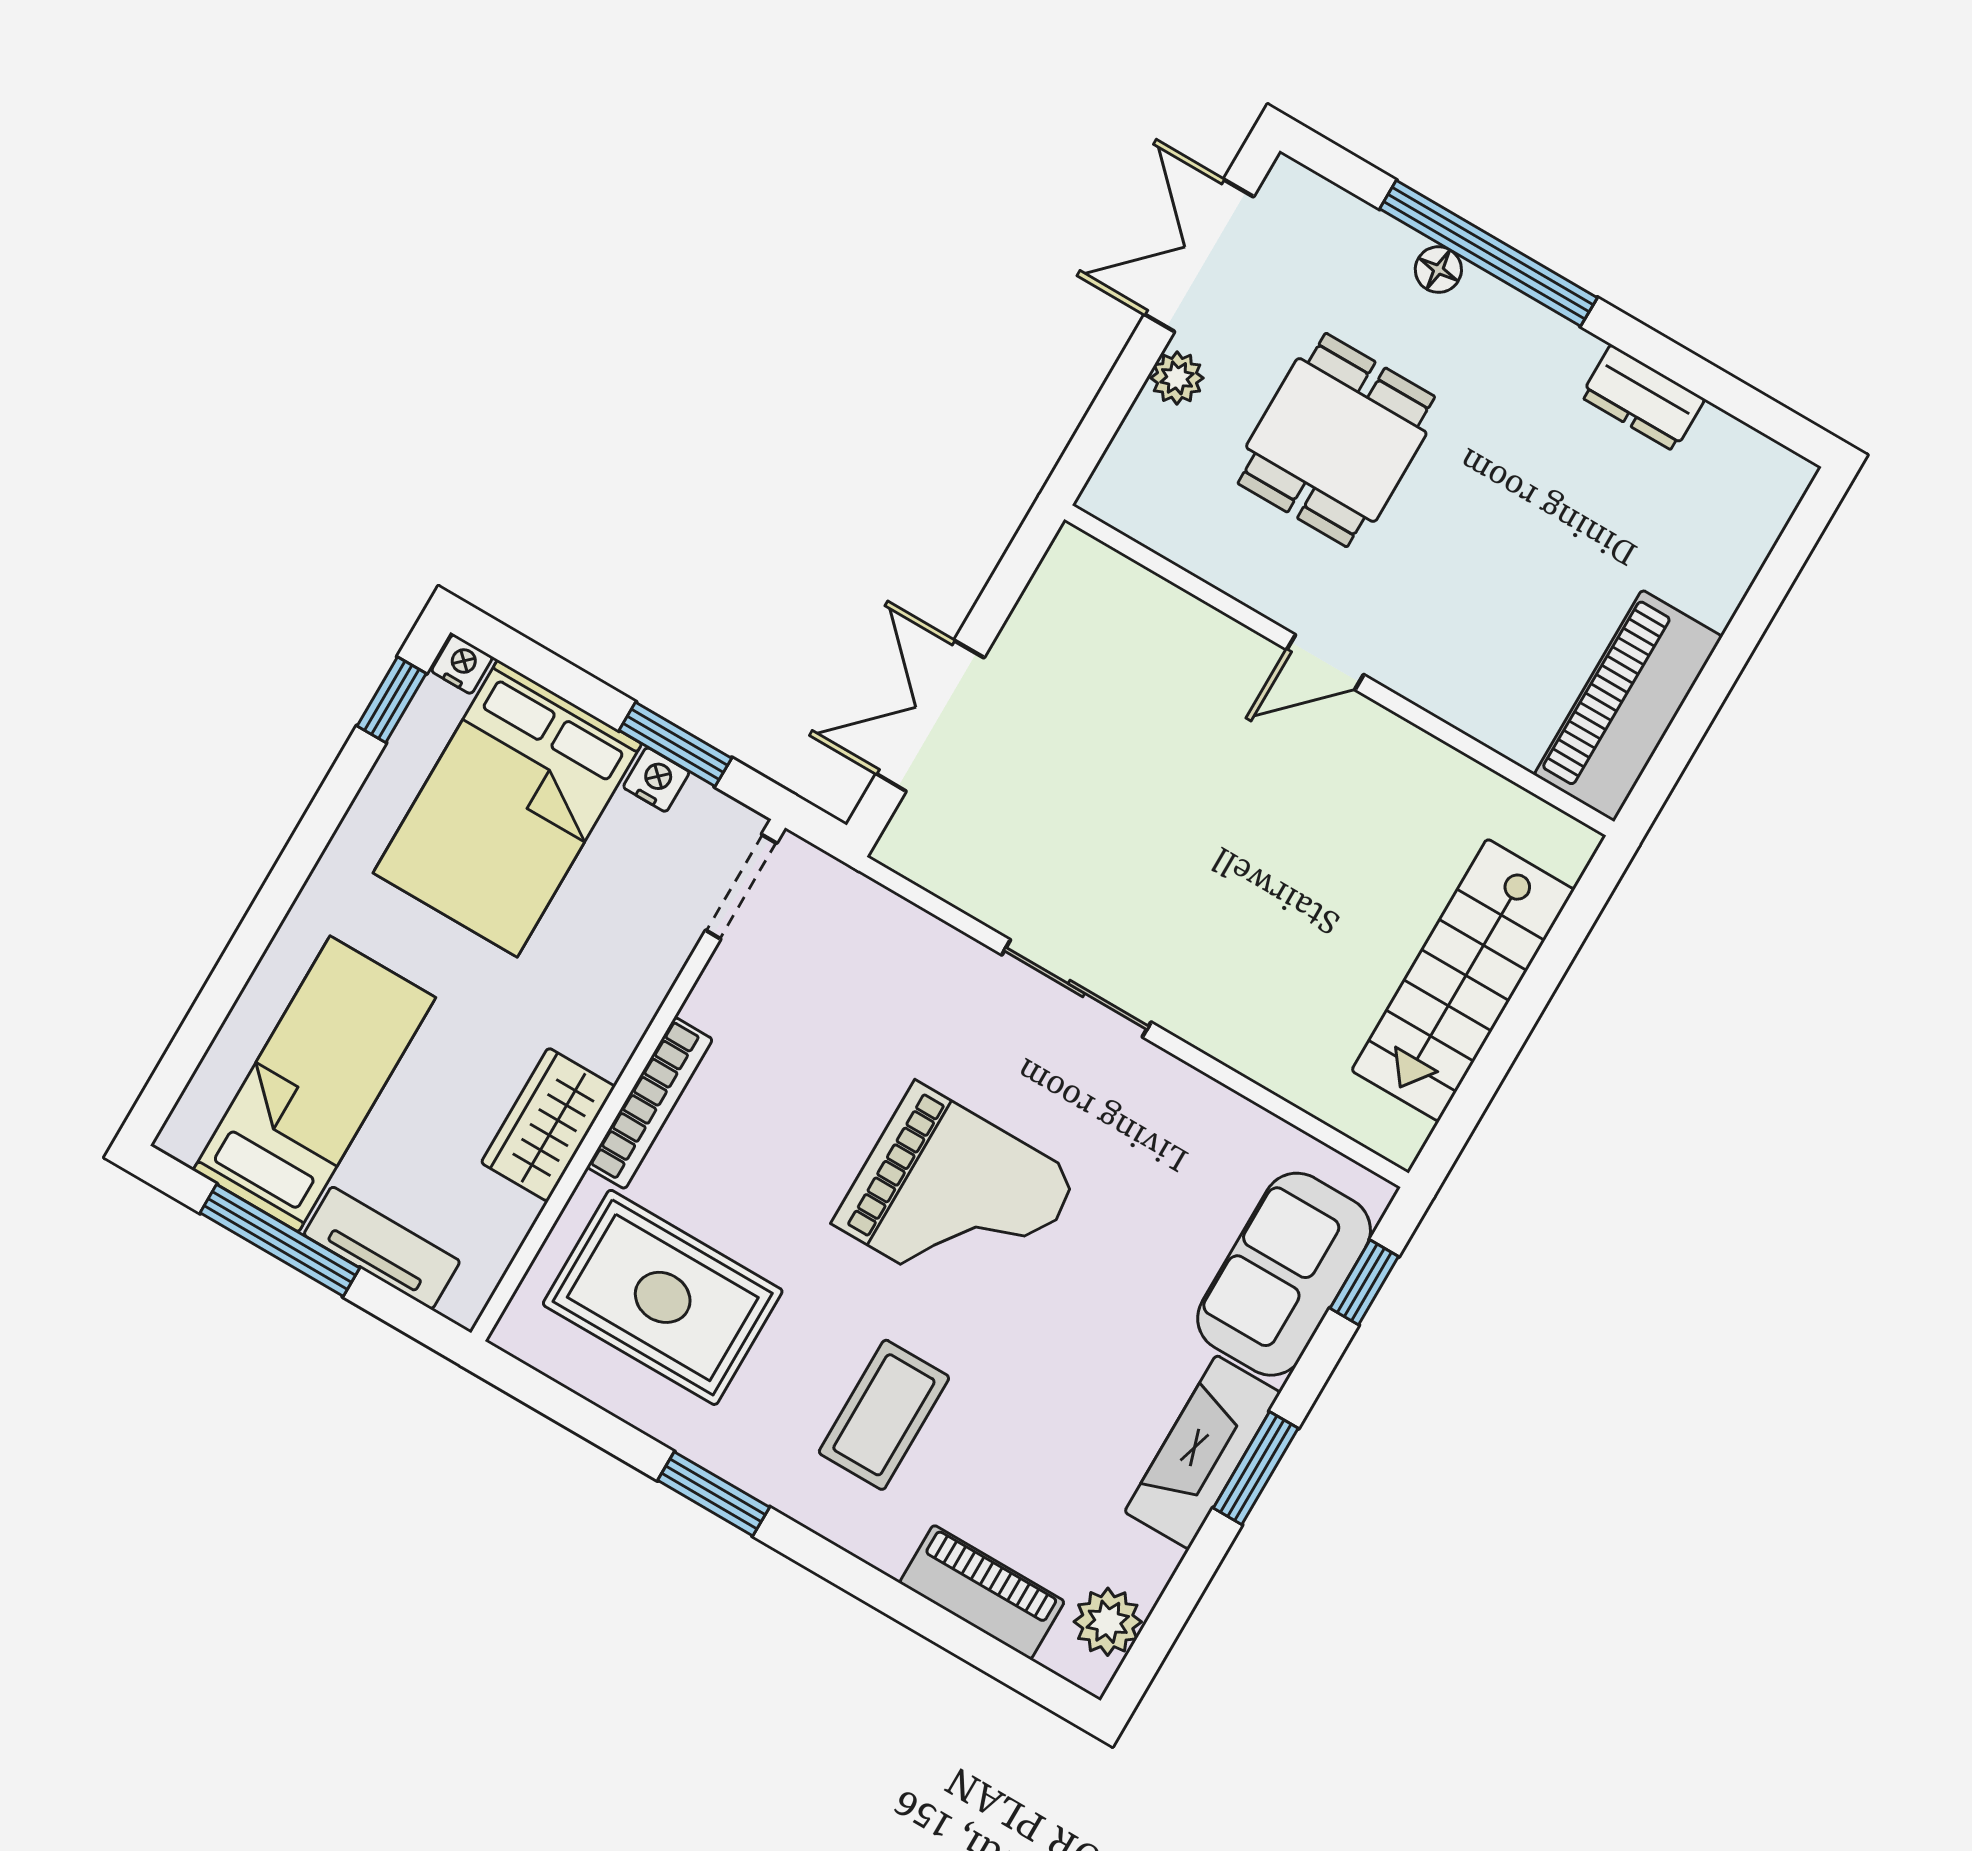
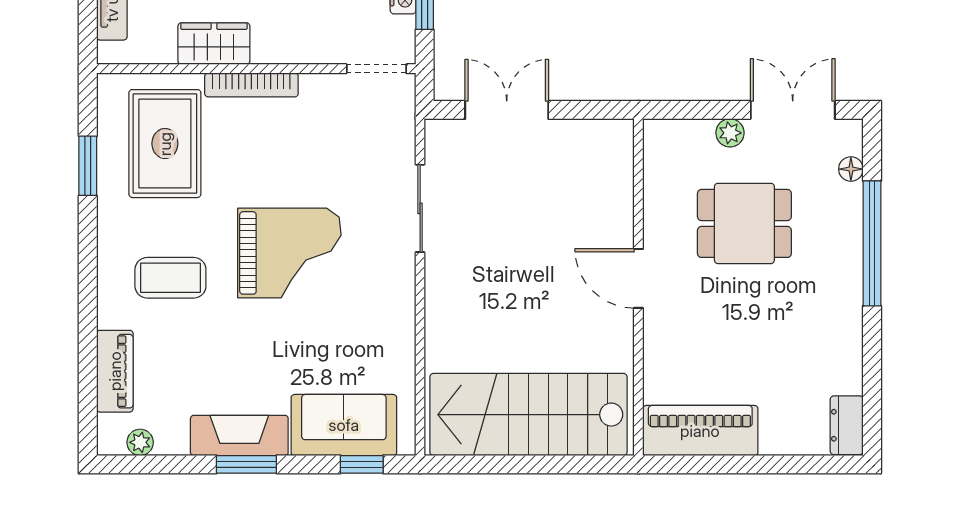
floor lamp: (1438, 270) -> (851, 169), moved
dresser: (1643, 398) -> (847, 425), moved
door: (1325, 662) -> (638, 278), width x1.38
stairs: (1463, 980) -> (528, 415), width x1.36, depth x1.51
sliding door: (1076, 988) -> (420, 208), moved
grand piano: (956, 1200) -> (289, 253), turned -90
window: (714, 1494) -> (88, 166), moved
plant: (1108, 1622) -> (140, 442), width x0.73, depth x0.73

